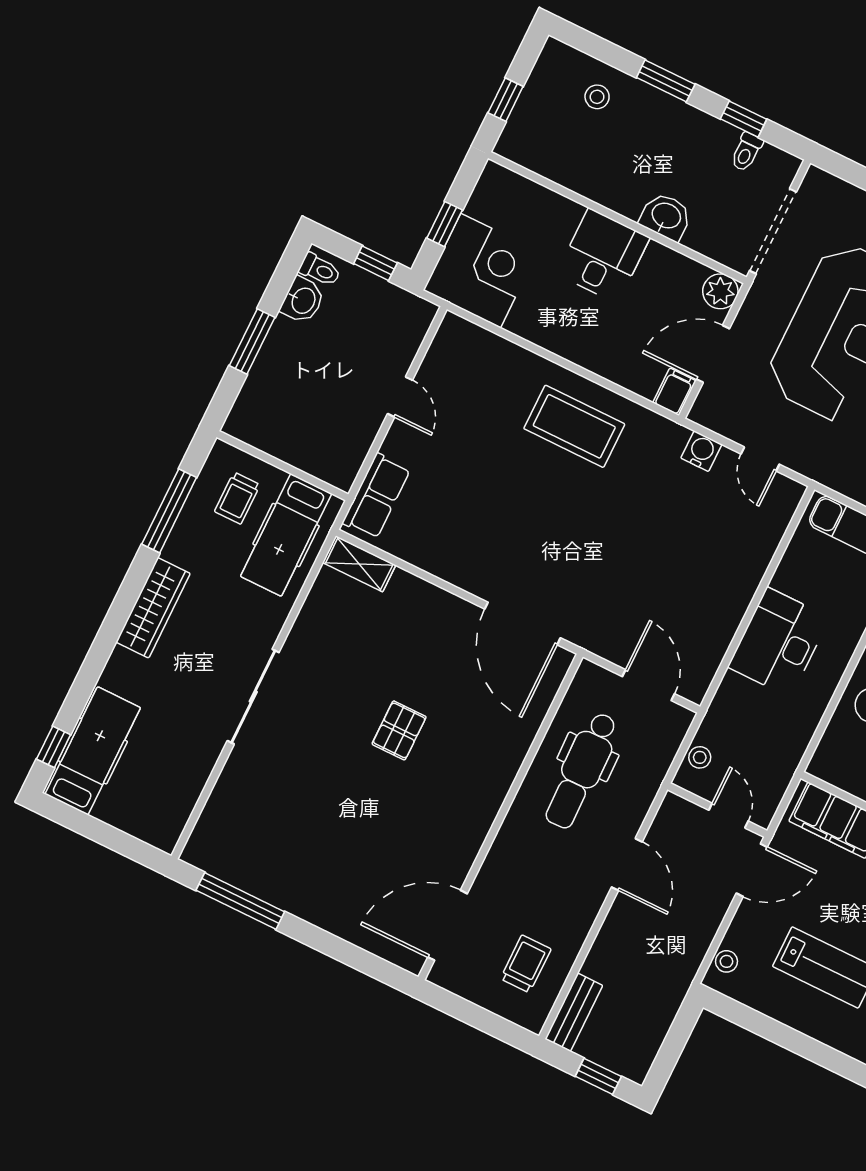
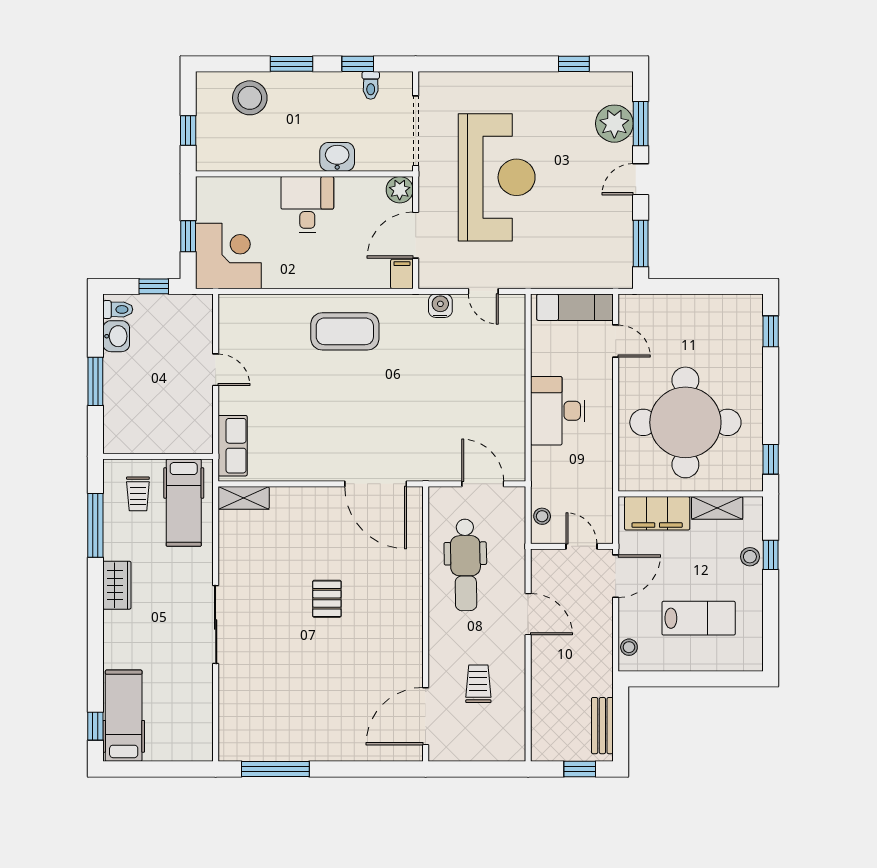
stool: (597, 97) -> (250, 98), width x1.89, depth x1.89
wardrobe: (153, 608) -> (117, 585), width x0.67
trolley: (526, 964) -> (478, 684), moved
bench: (574, 1012) -> (602, 726), moved

